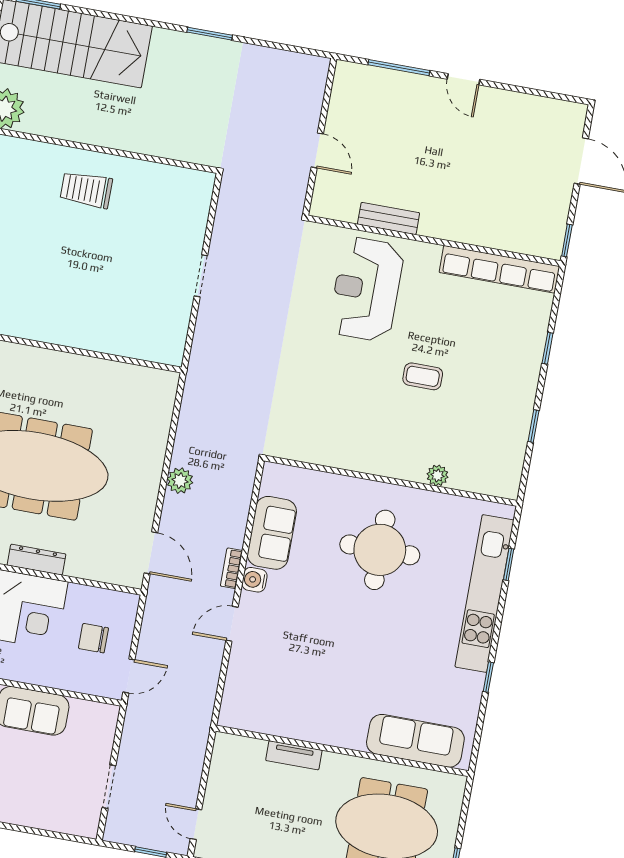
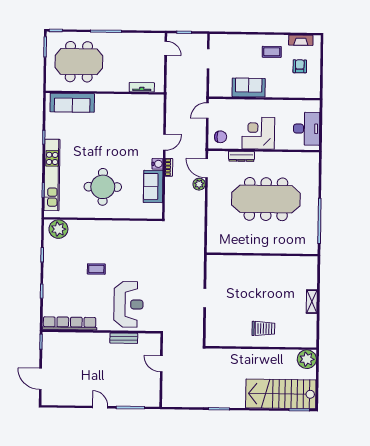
plant: (437, 475) -> (58, 229), moved, width x1.88, depth x1.88
plant: (180, 481) -> (199, 184), moved
dresser: (36, 560) -> (241, 156), moved
chair: (93, 638) -> (221, 137), moved
tv unit: (294, 755) -> (142, 87), moved

